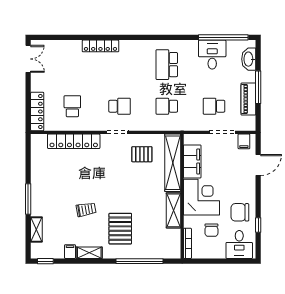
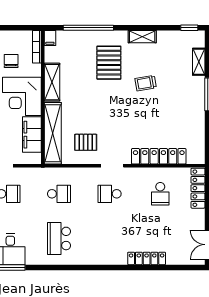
locker: (100, 46) -> (147, 258), moved
school desk: (167, 65) -> (59, 238), turned 180
filing cabinet: (70, 252) -> (50, 38), moved

